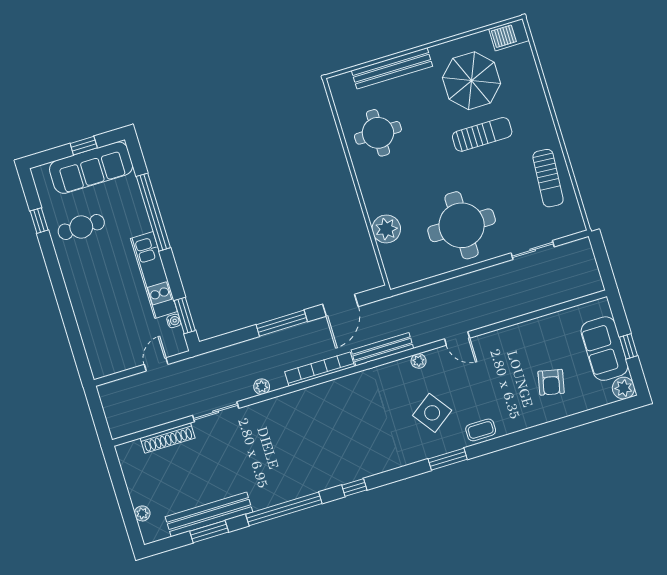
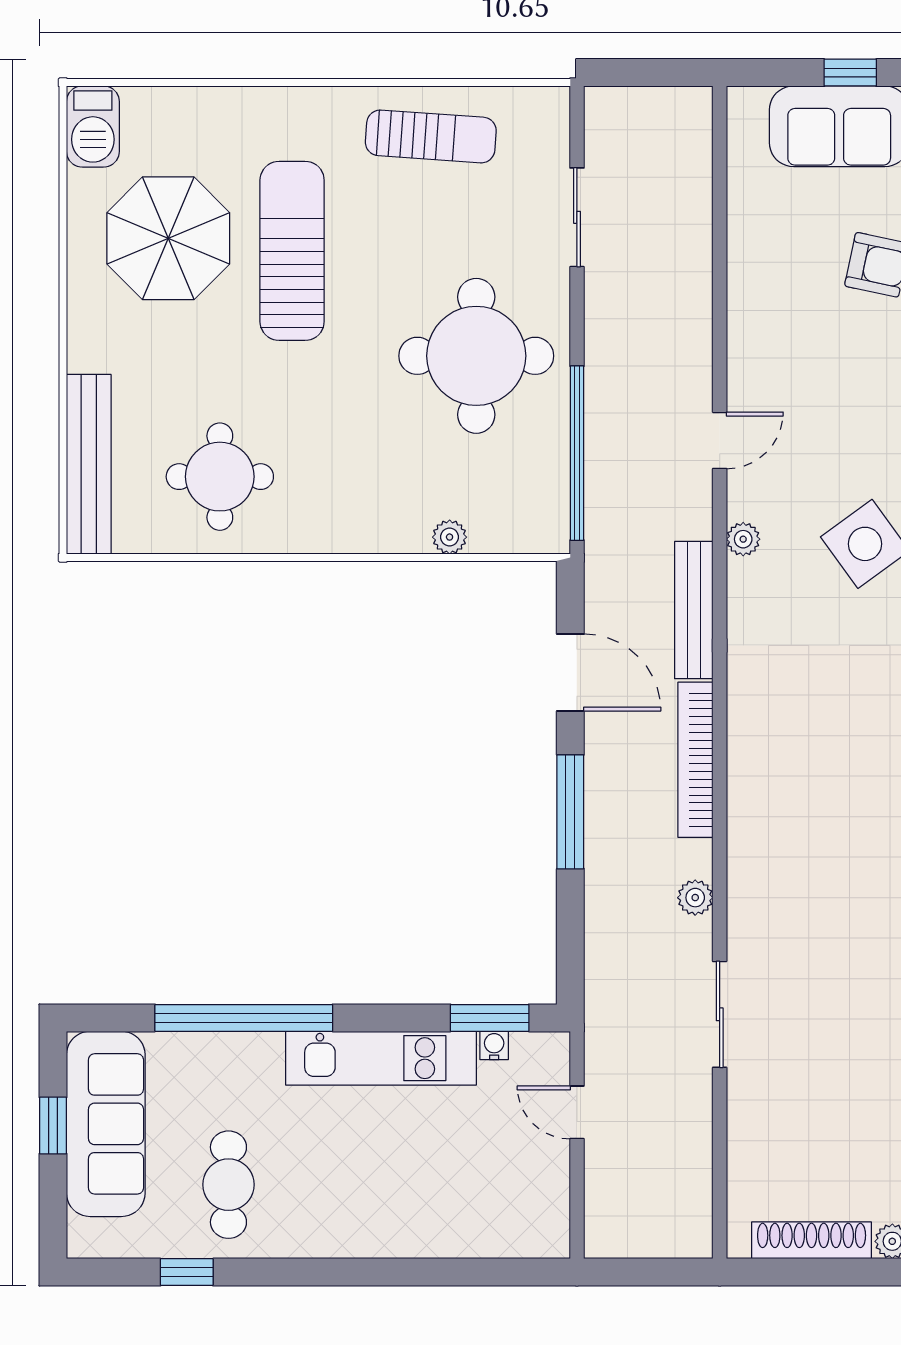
bench: (392, 68) -> (89, 464), moved
sun lounger: (482, 134) -> (292, 251), width x1.36, depth x1.34
plant: (386, 229) -> (450, 537), width x0.53, depth x0.53
window: (433, 280) -> (577, 453), added
shoe rack: (168, 438) -> (812, 1240), moved, turned -90

